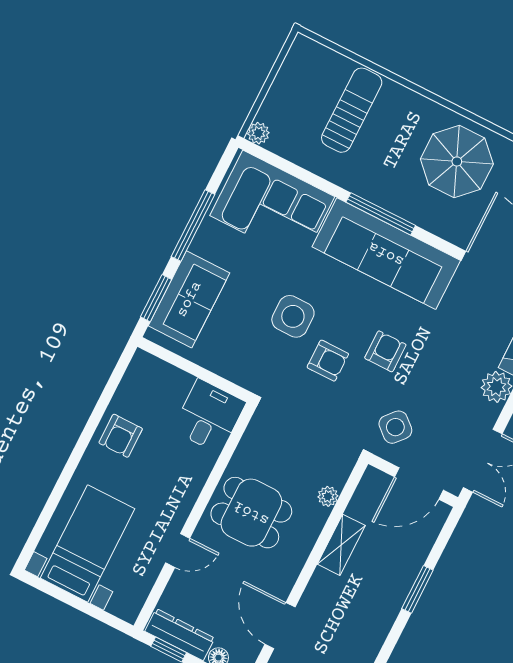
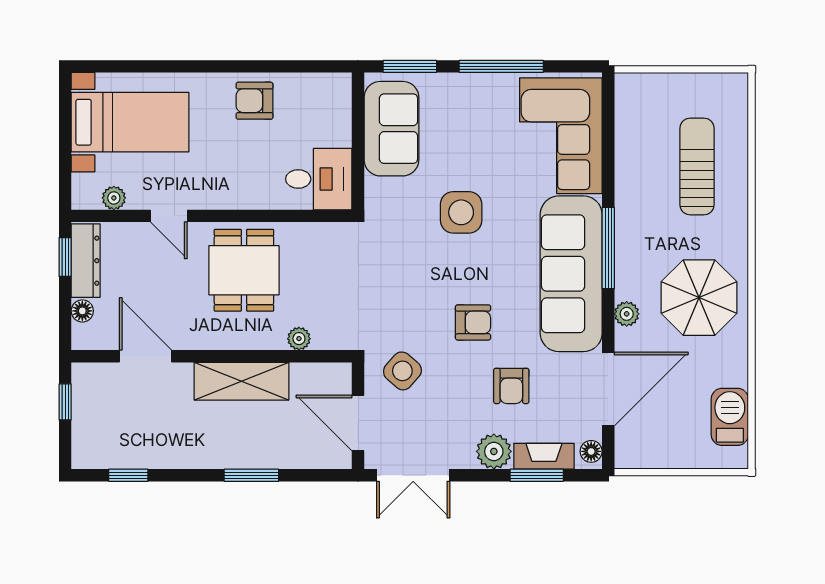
sun lounger: (352, 110) -> (697, 166), turned -90
plant: (258, 133) -> (627, 314), moved
sofa: (189, 299) -> (391, 129), moved, turned -90
armchair: (328, 361) -> (511, 386), moved
shelving: (341, 545) -> (242, 381), width x1.50, depth x1.33
plant: (141, 587) -> (114, 198), added
door: (280, 626) -> (145, 356), hinge flipped

